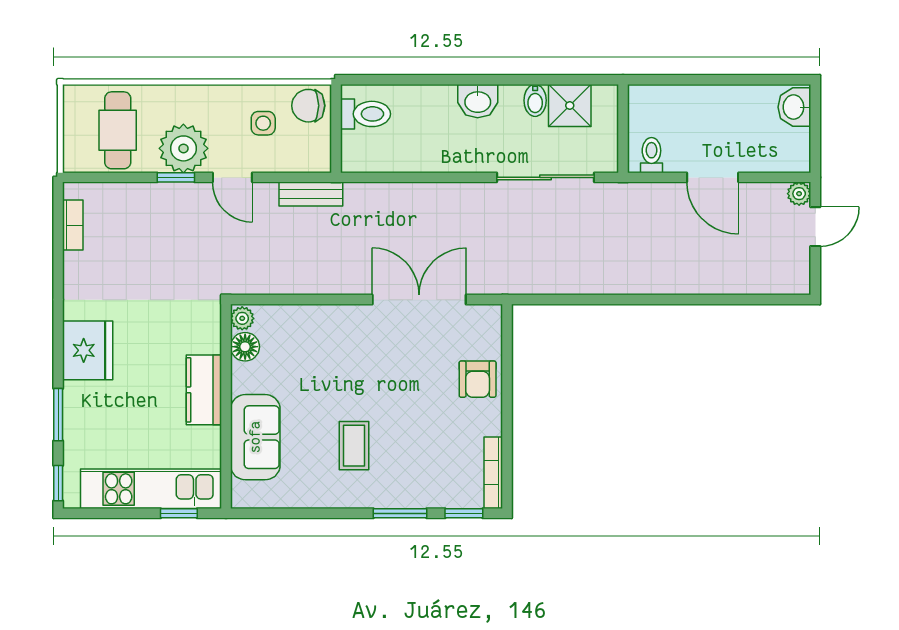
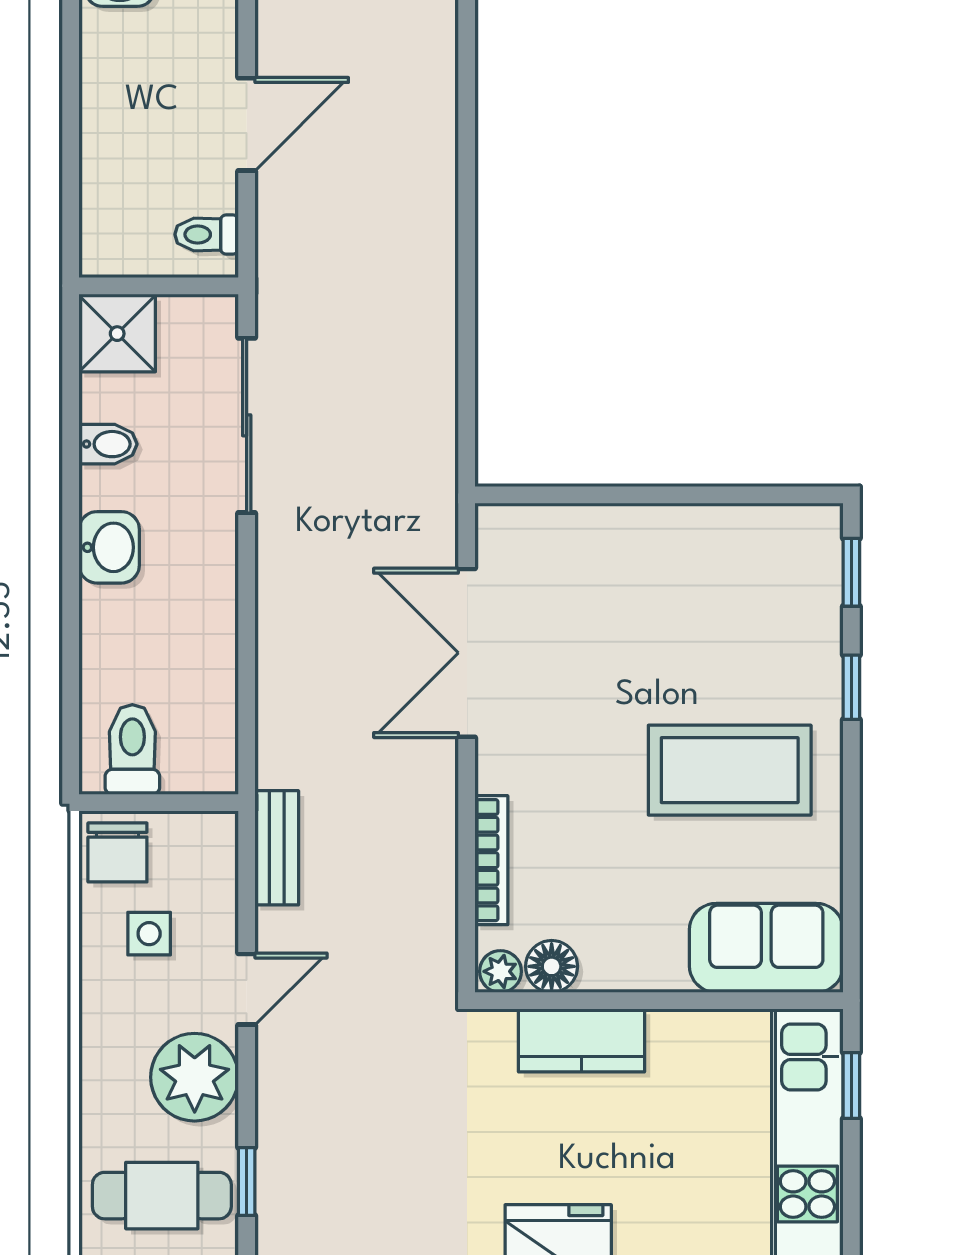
shower: (570, 105) -> (117, 334), moved
window: (176, 177) -> (247, 1181), moved
armchair: (478, 379) -> (610, 548), removed
kitchen counter: (204, 390) -> (581, 1040), moved
sofa: (255, 437) -> (766, 948), moved
coffee table: (354, 446) -> (730, 770), width x1.86, depth x1.72
bookcase: (493, 473) -> (491, 860), moved, turned -90
window: (400, 513) -> (851, 687), width x0.67

